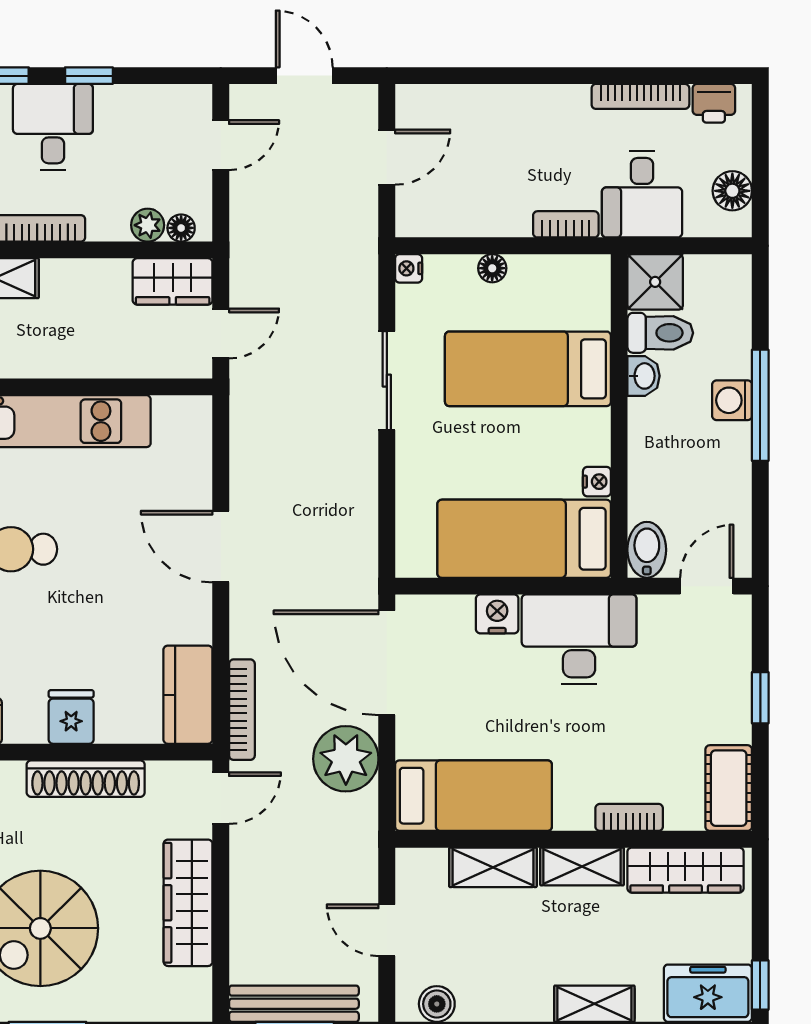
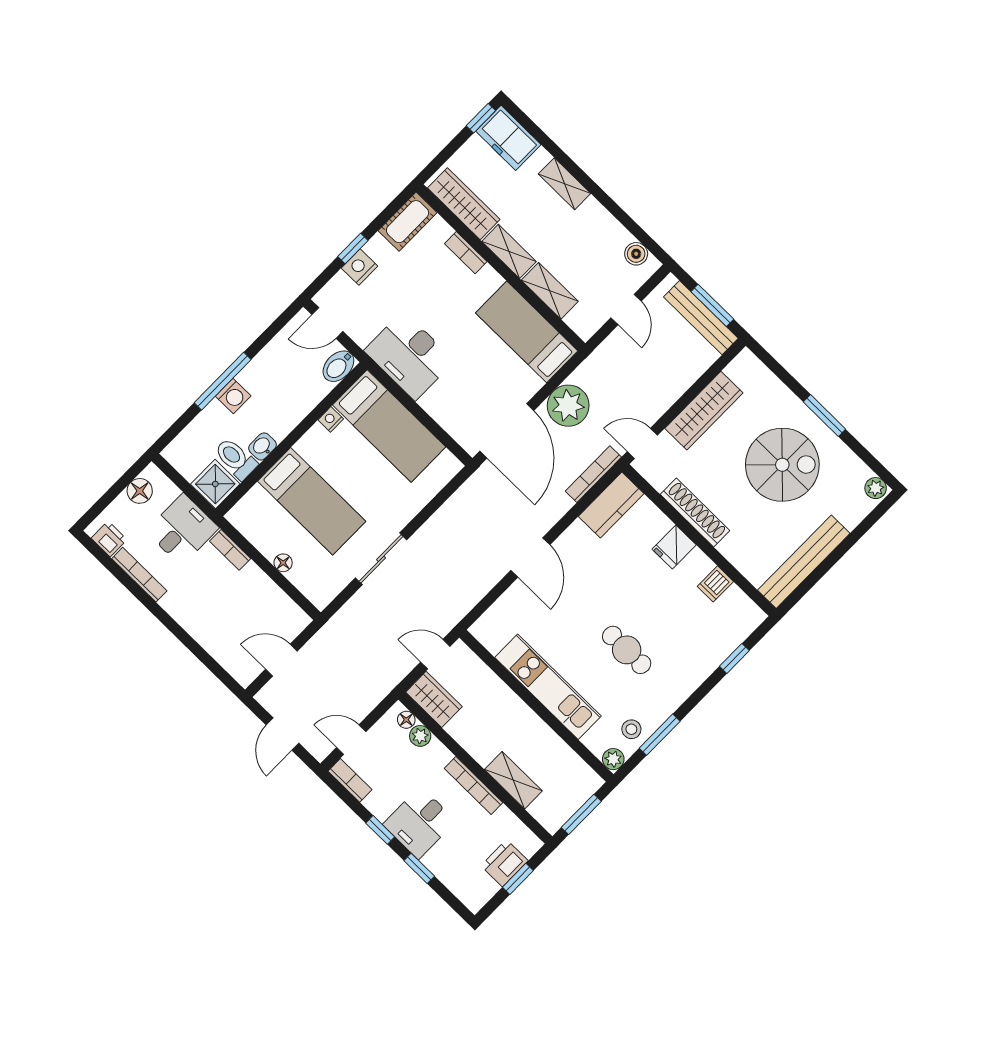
bookcase: (177, 98) -> (350, 780), added
nightstand: (409, 268) -> (321, 600), removed
nightstand: (497, 614) -> (360, 267), moved, turned 90

